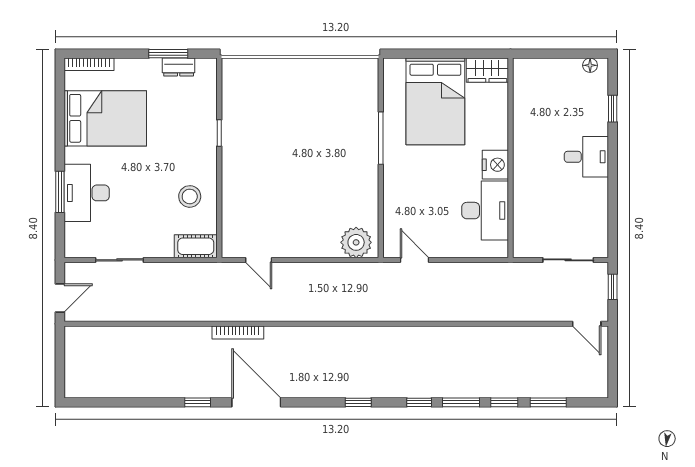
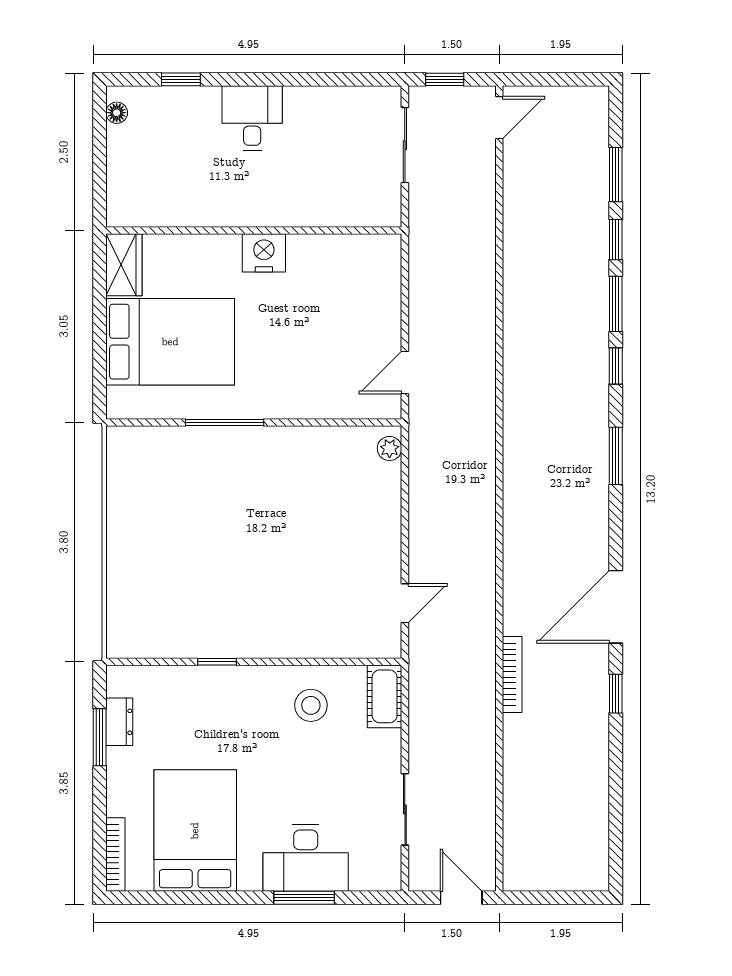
desk: (485, 211) -> (332, 268), removed
plant: (356, 242) -> (390, 448), width x0.53, depth x0.53
bookcase: (238, 332) -> (512, 674), moved
window: (358, 402) -> (616, 456), width x1.50

